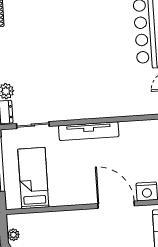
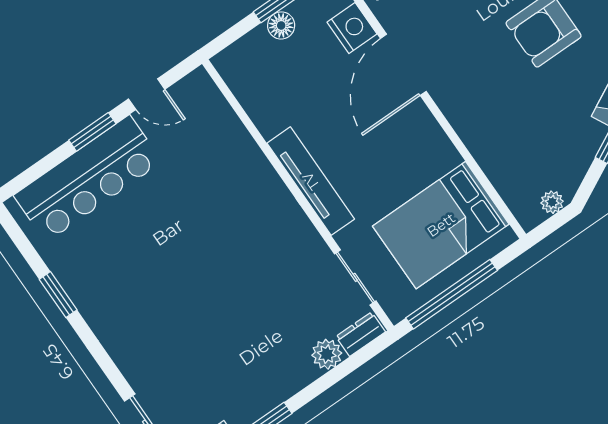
bed: (33, 178) -> (441, 225), width x1.50

